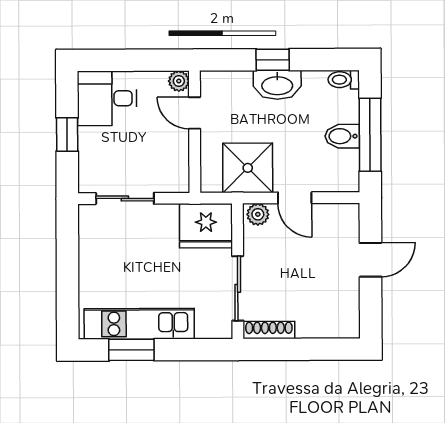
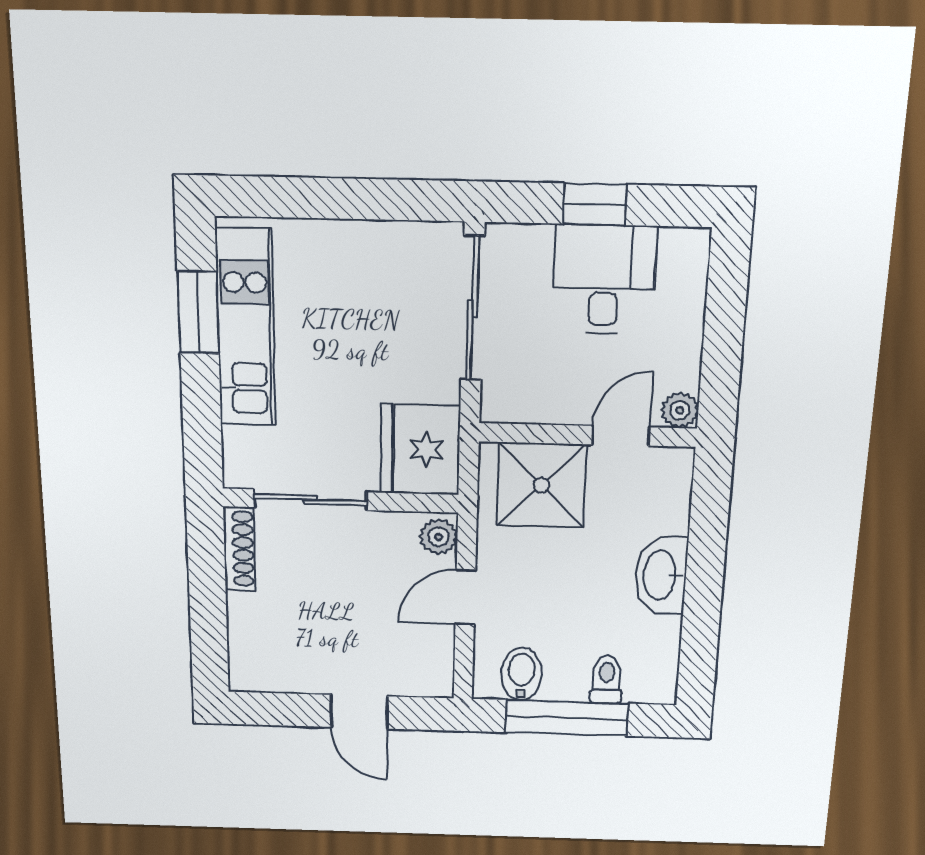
window: (273, 60) -> (705, 569), removed
toilet: (344, 80) -> (606, 679), moved
desk: (107, 98) -> (604, 280), moved
bidet: (342, 136) -> (521, 674), moved
shower: (248, 168) -> (541, 485), moved
sliding door: (125, 198) -> (473, 309), width x1.37

